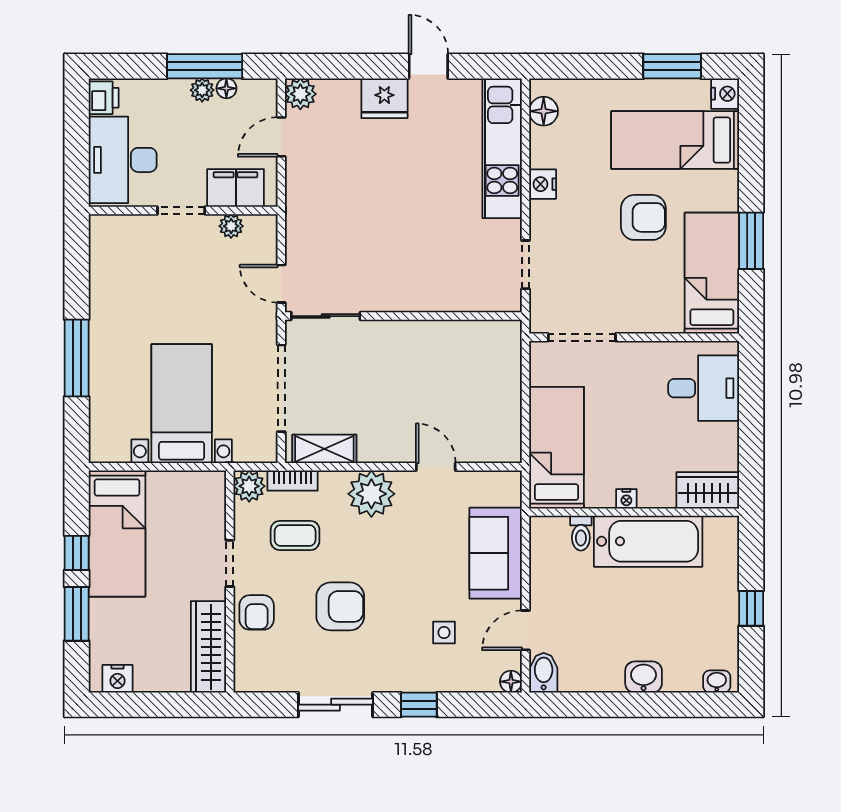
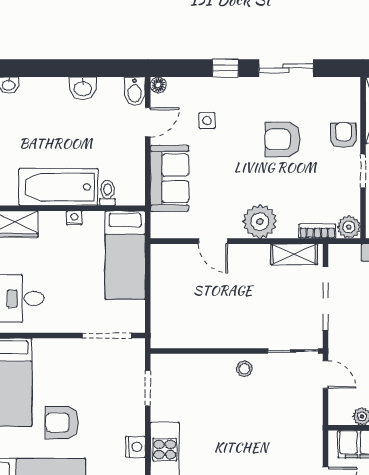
stool: (393, 292) -> (244, 369), added
coffee table: (295, 535) -> (315, 191), removed
washbasin: (644, 677) -> (83, 88), moved

